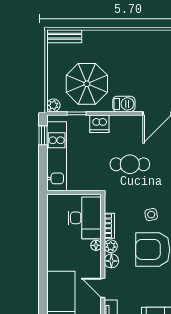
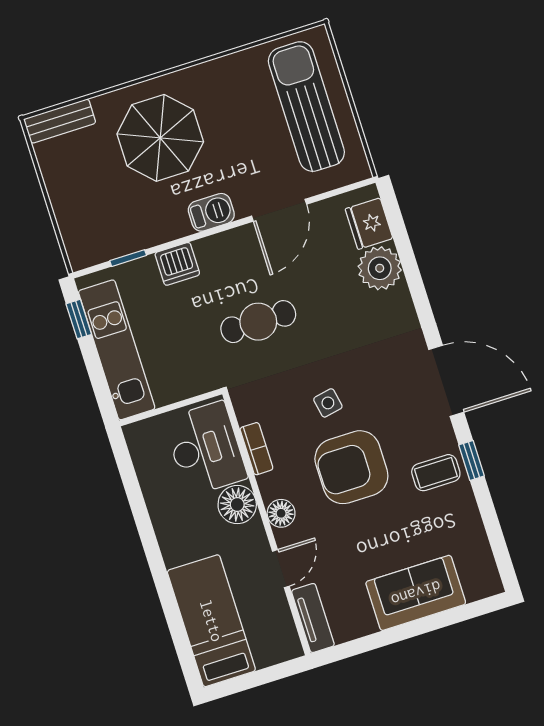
parasol: (87, 84) -> (160, 138), moved
plant: (53, 105) -> (80, 257), removed
floor lamp: (96, 245) -> (237, 505), width x1.89, depth x1.89
plant: (111, 246) -> (271, 486), removed
door: (103, 288) -> (281, 569), swing flipped

